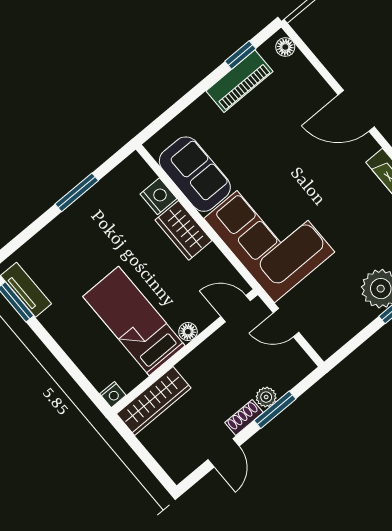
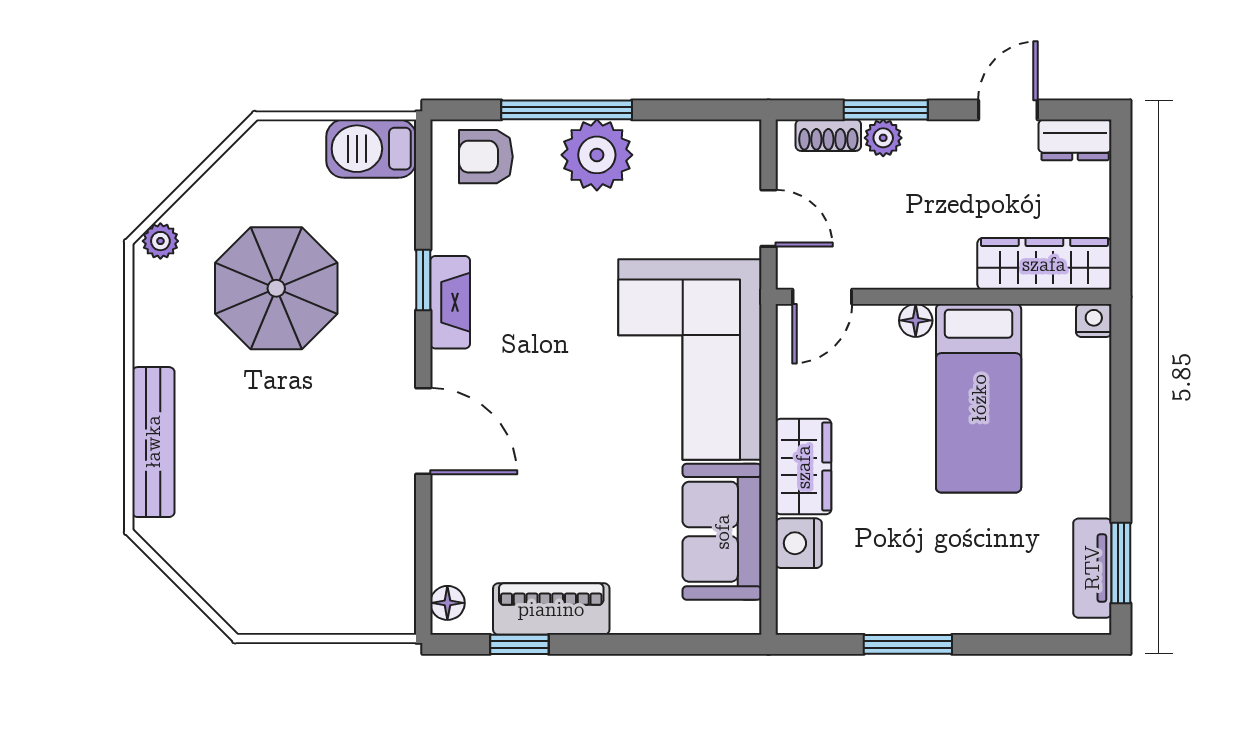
door: (236, 309) -> (822, 297), hinge flipped
shoe rack: (244, 418) -> (828, 135), moved
dresser: (185, 464) -> (1075, 140), added

